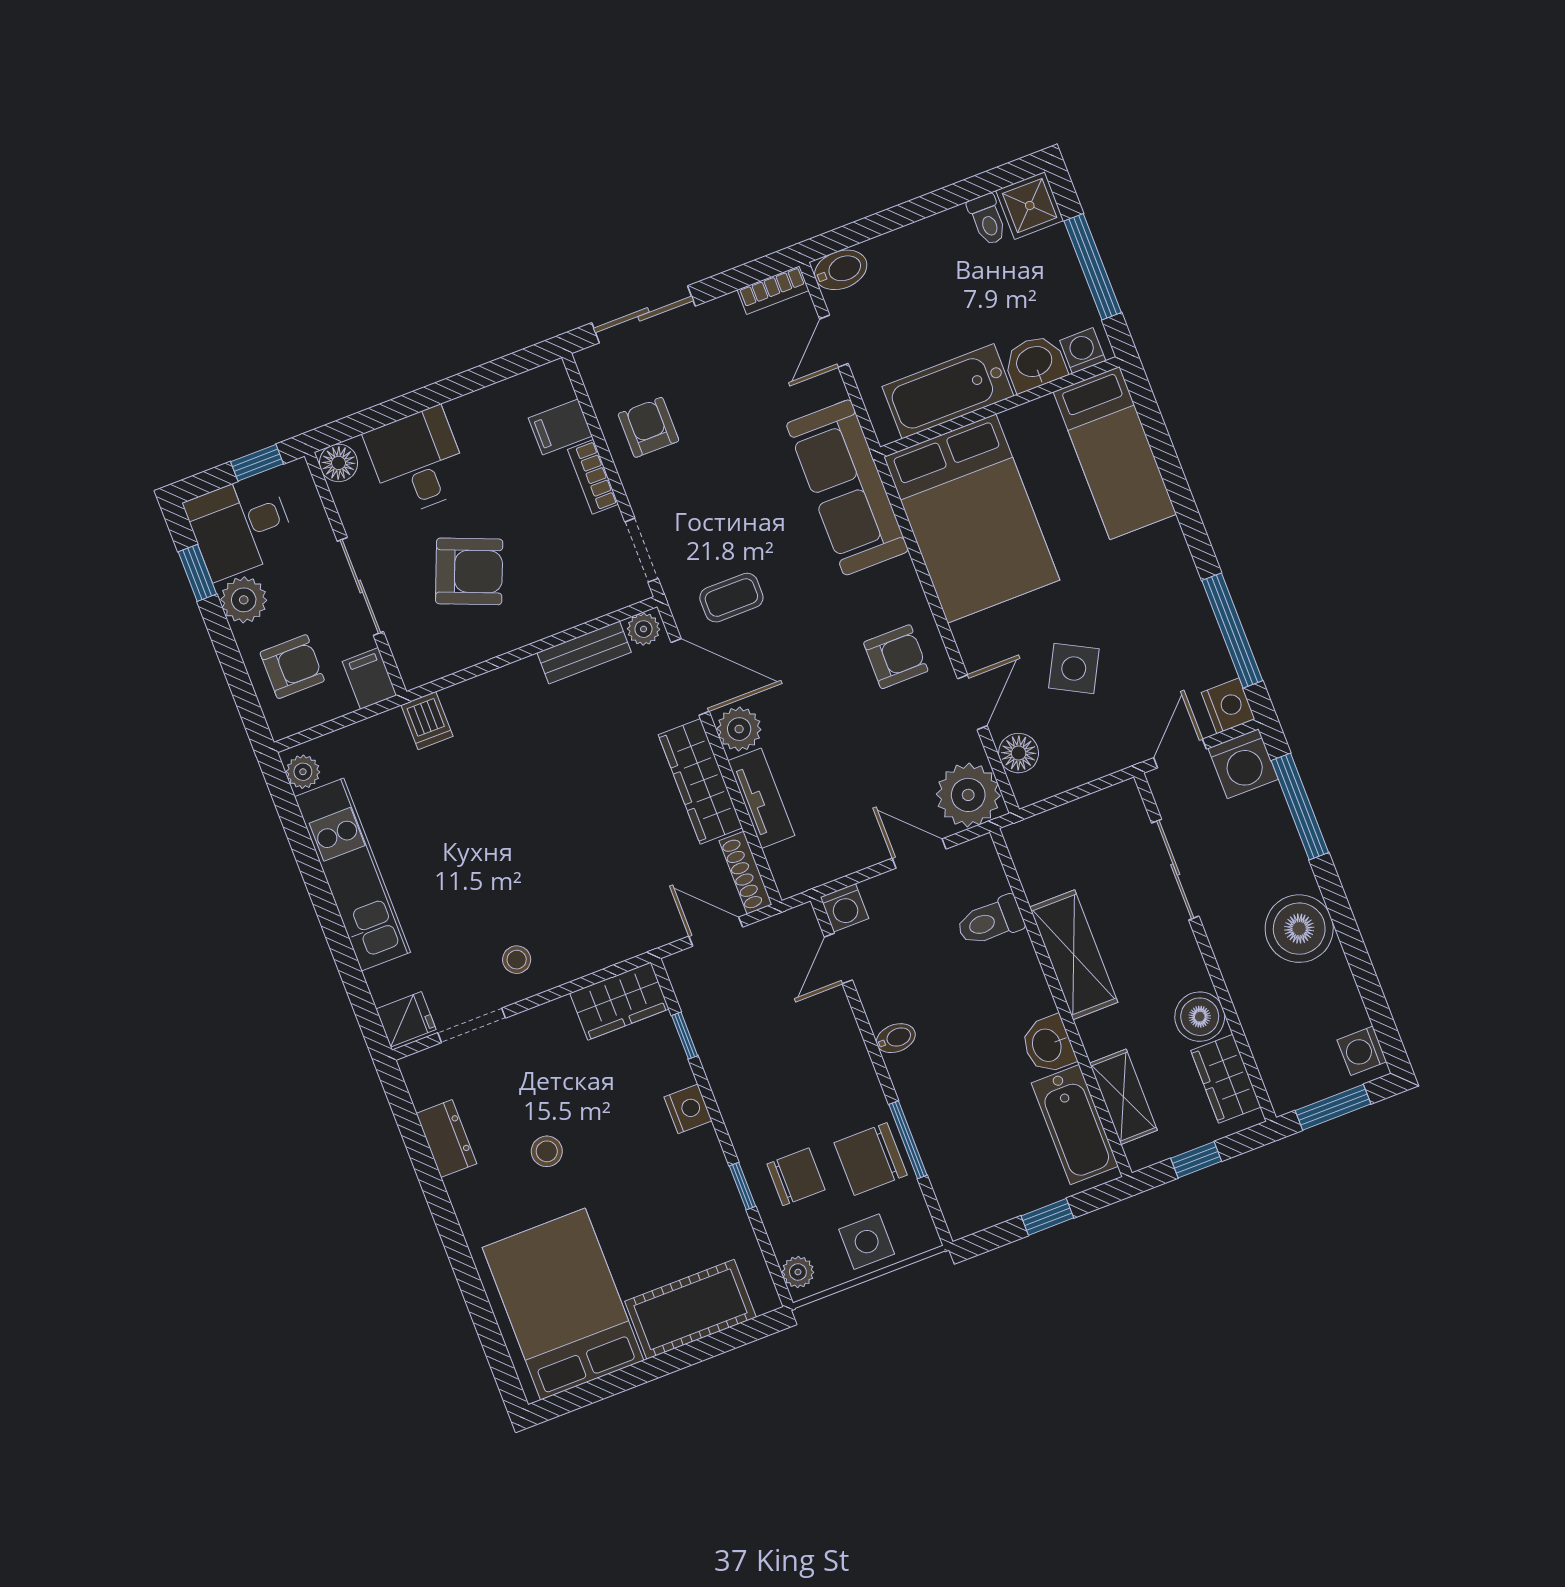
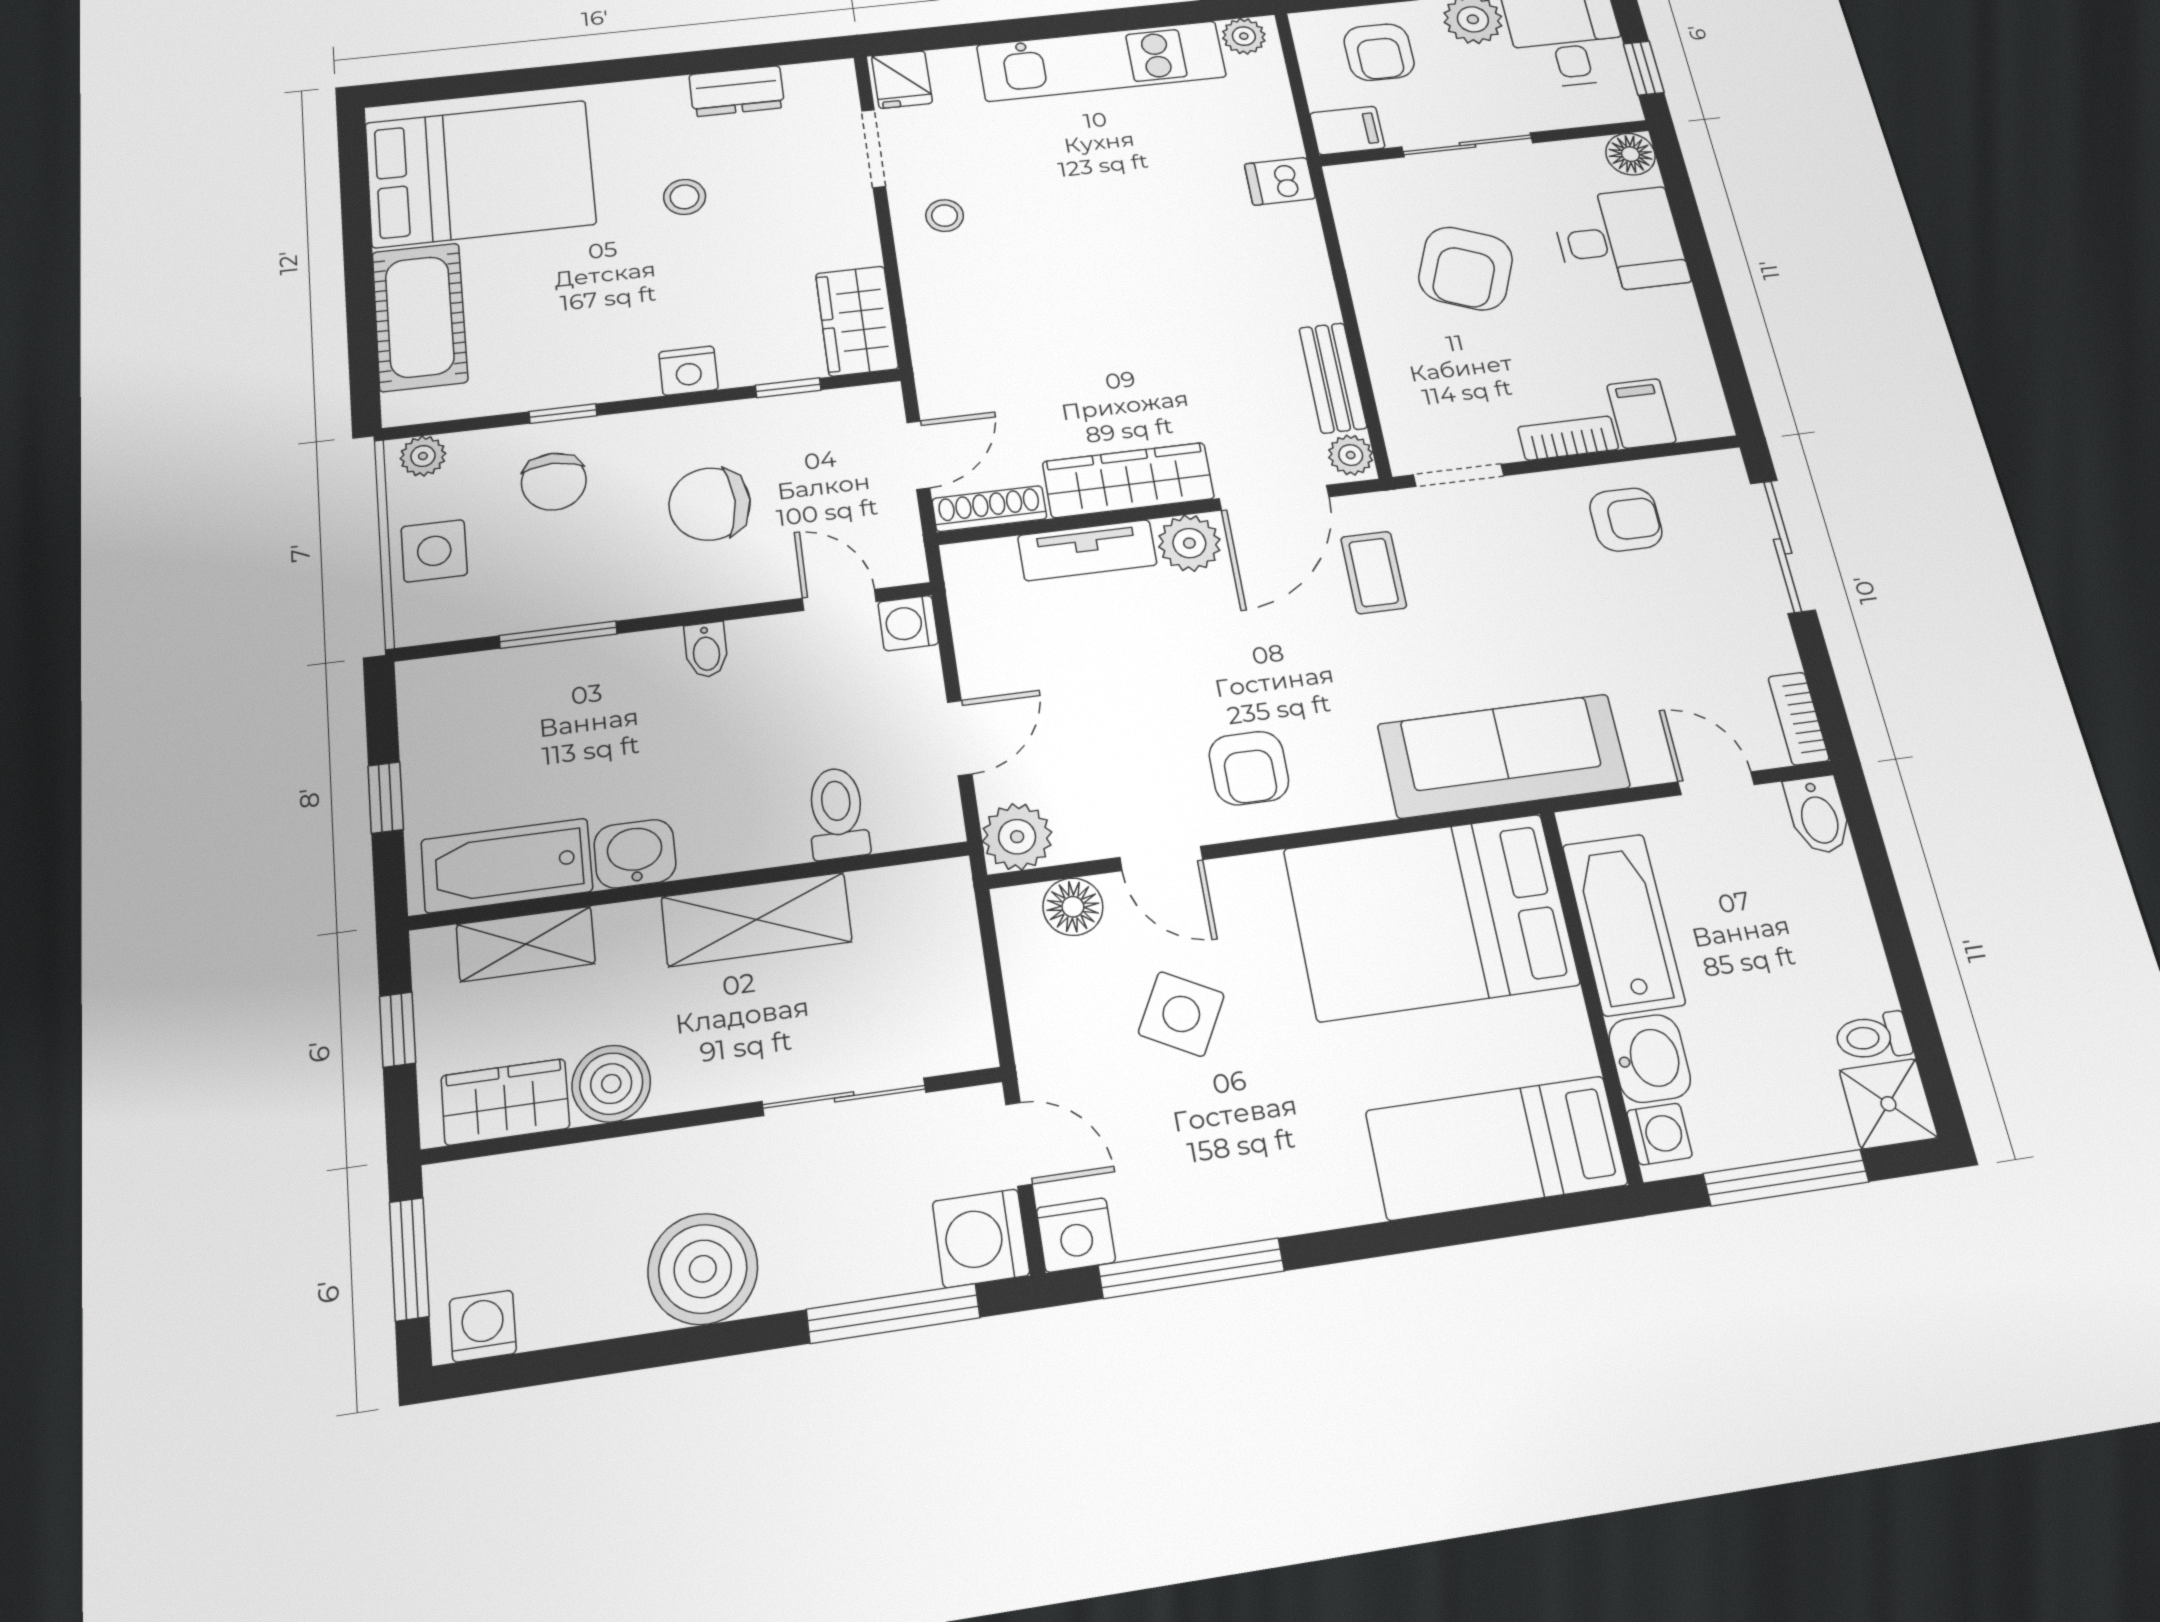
plant: (968, 795) -> (1017, 837), width x0.73, depth x0.73
chair: (871, 1159) -> (710, 504), moved, turned -90

